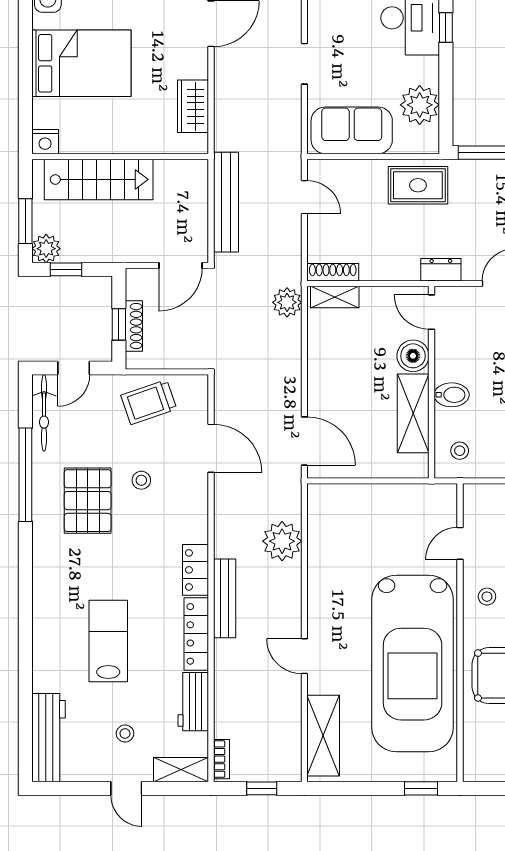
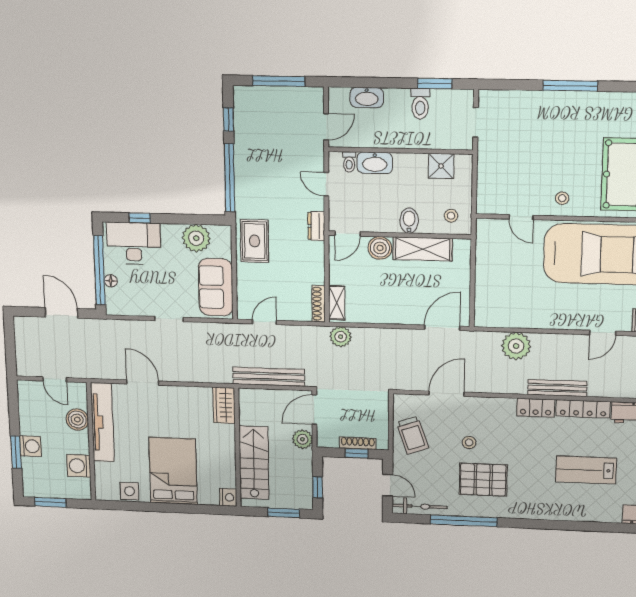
wardrobe: (193, 106) -> (224, 405), moved, turned 90
plant: (46, 249) -> (302, 439), moved
door: (180, 265) -> (314, 410), swing flipped

